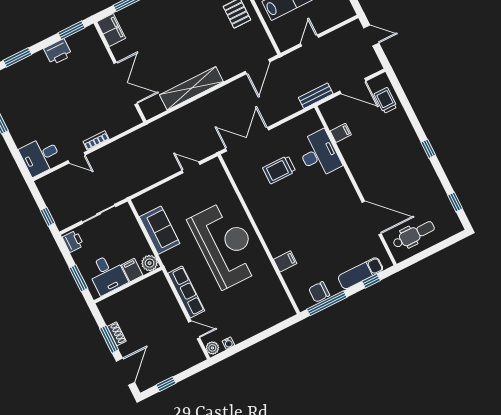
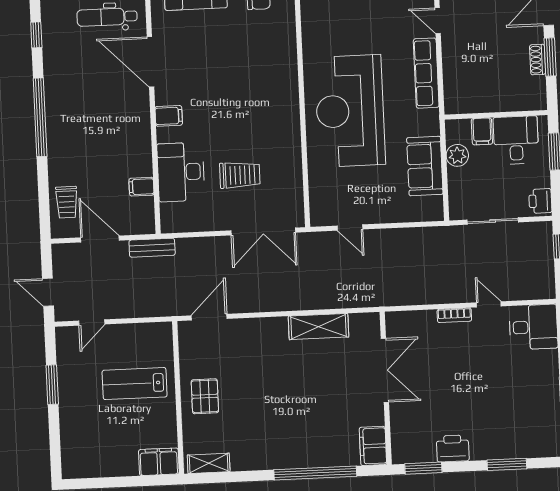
door: (310, 40) -> (92, 322), moved
double door: (126, 83) -> (385, 370), swing flipped
shelving: (191, 88) -> (318, 327), width x0.68
window: (428, 149) -> (40, 117), width x3.17
filing cabinet: (285, 261) -> (169, 116), moved, turned 180
plant: (150, 263) -> (457, 155), moved

